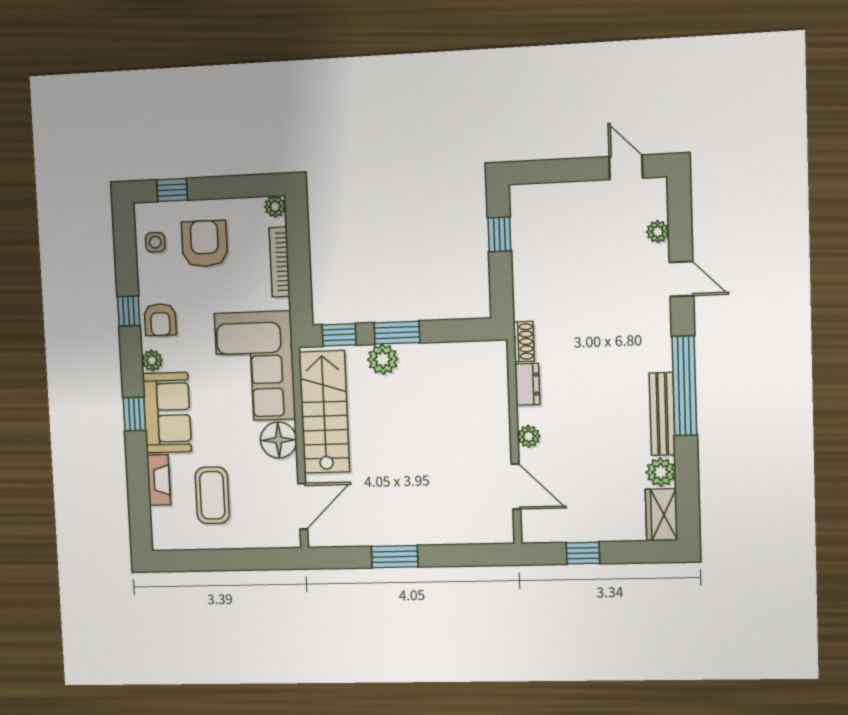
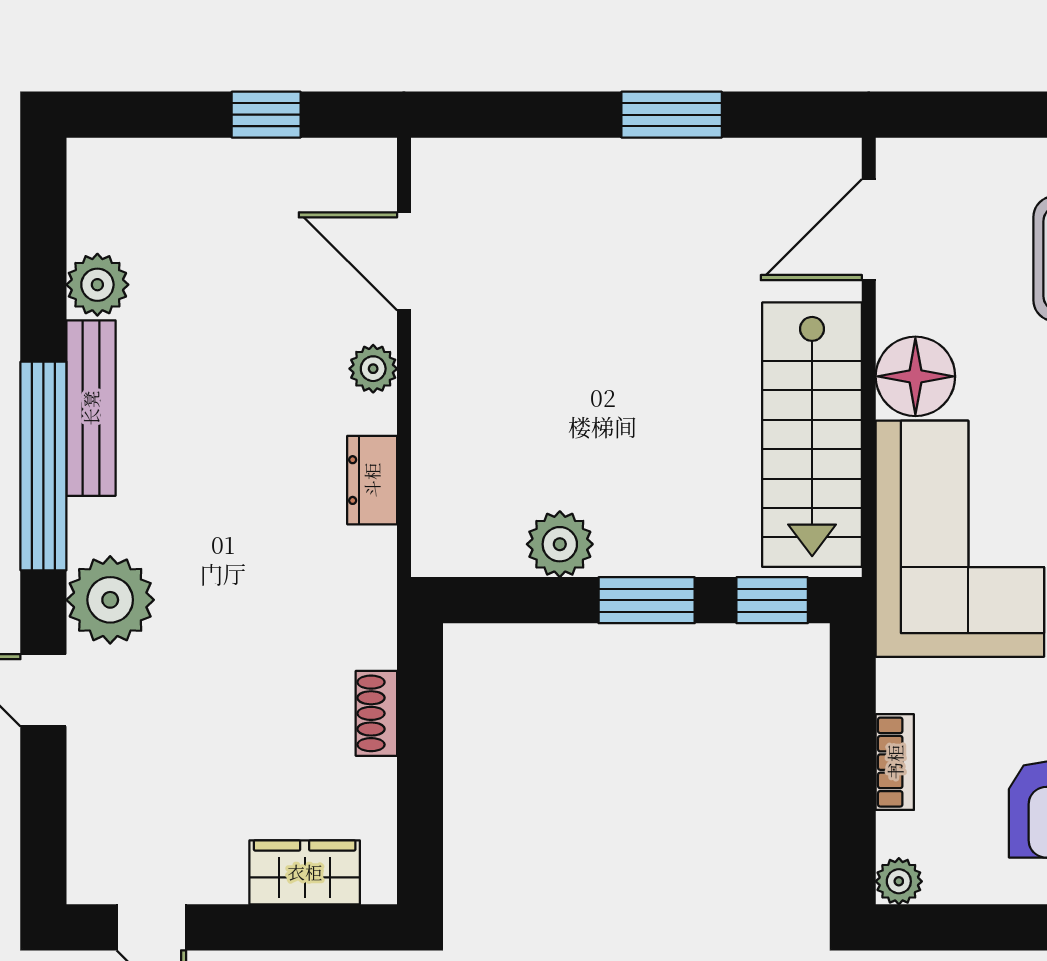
plant: (658, 232) -> (110, 600), moved, width x1.88, depth x1.88
window: (499, 234) -> (420, 800), removed
bookcase: (280, 262) -> (895, 762), width x0.64
shoe rack: (524, 342) -> (376, 713), moved
plant: (383, 359) -> (560, 544), moved
wardrobe: (661, 515) -> (305, 872), moved, turned -90

